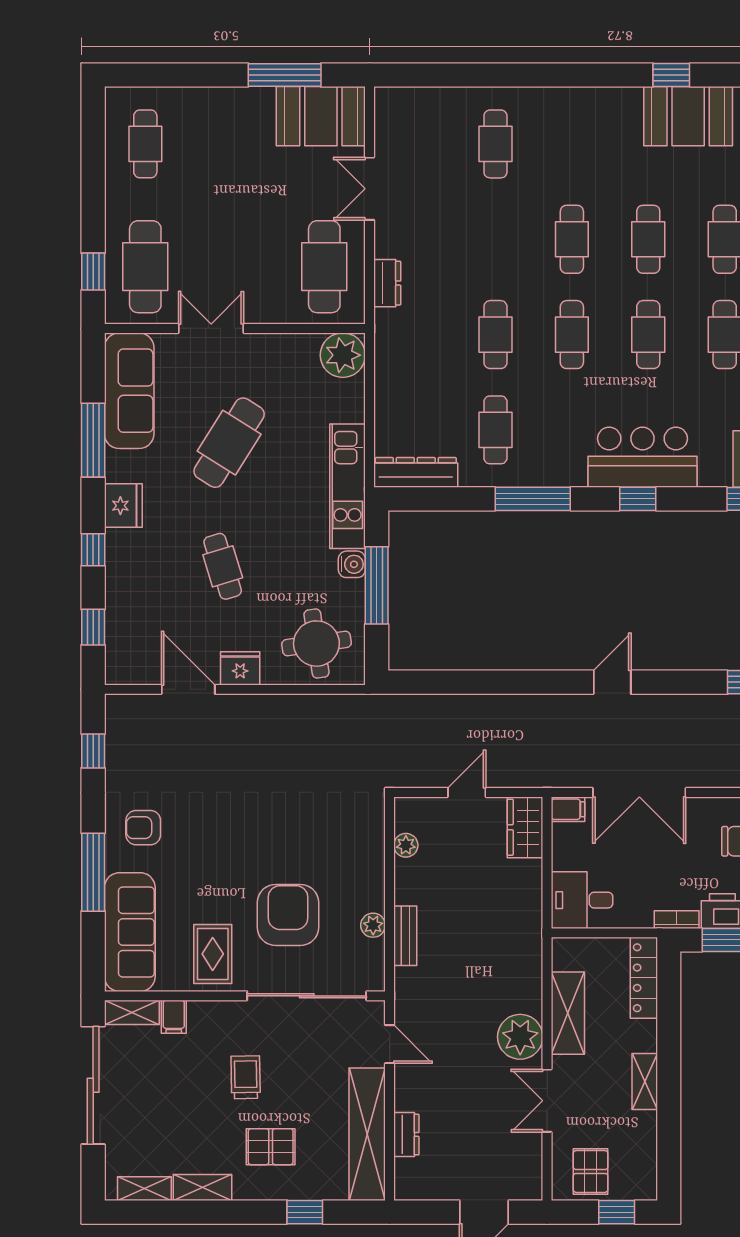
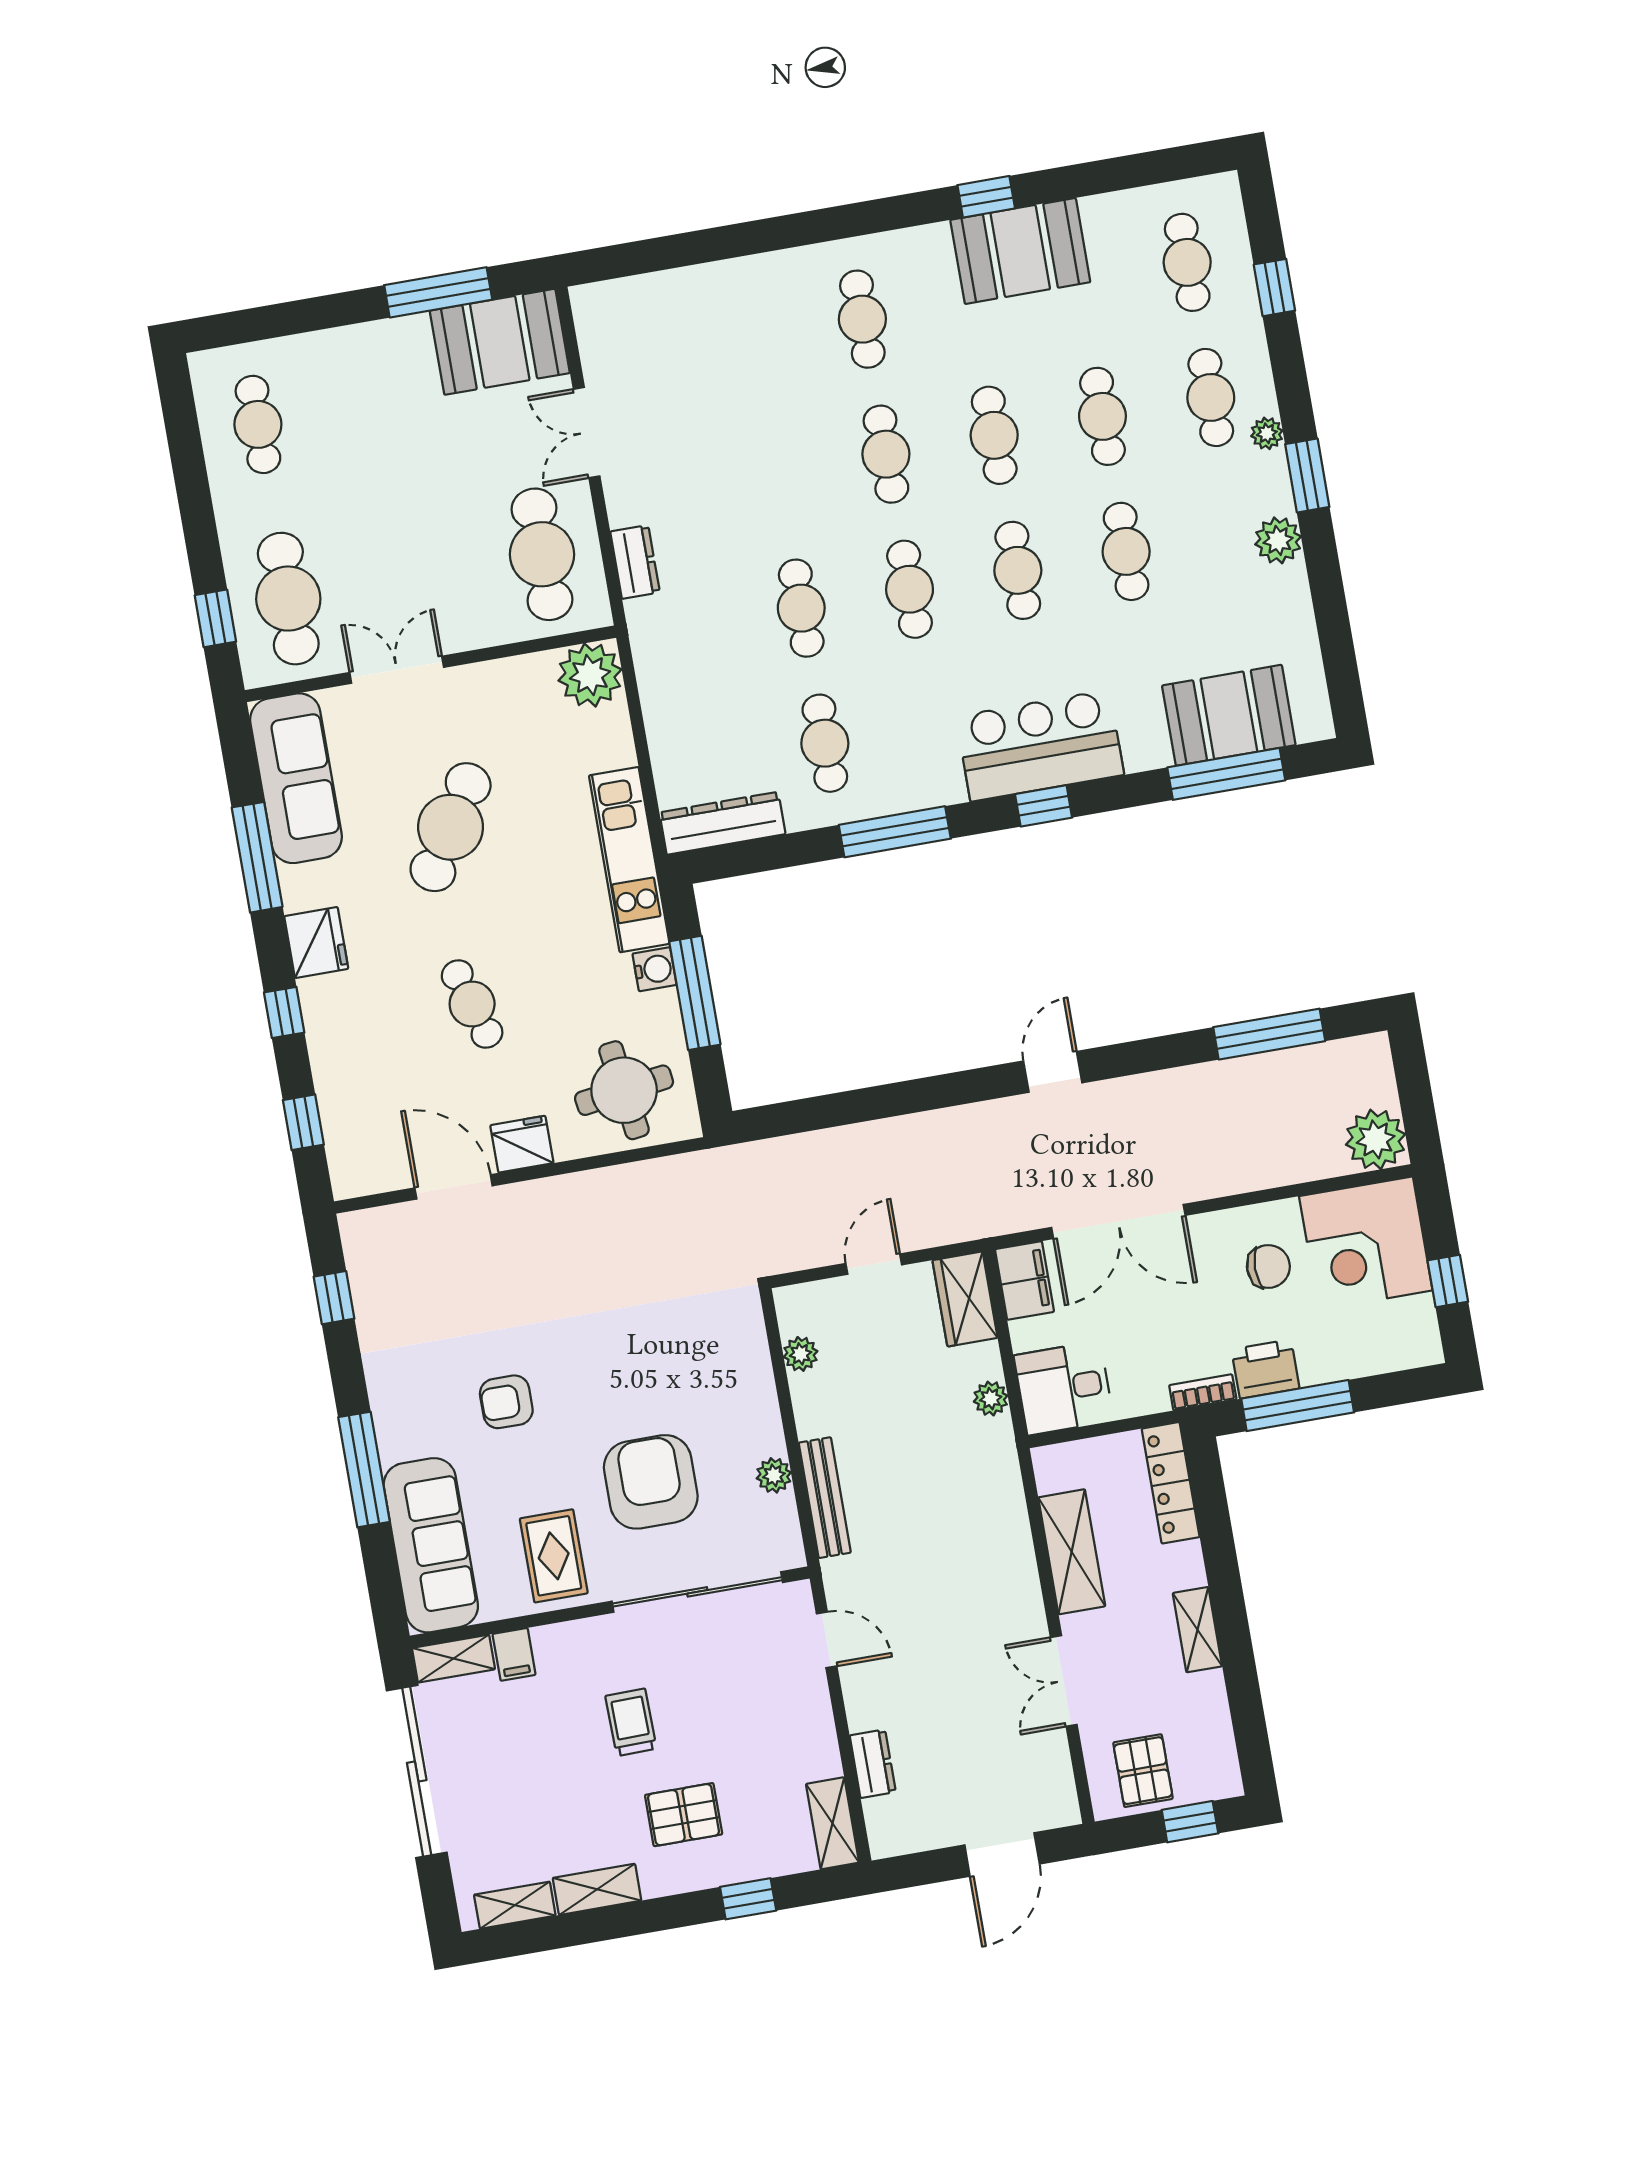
cafe table: (495, 144) -> (862, 319), moved
filing cabinet: (568, 809) -> (1024, 1281), width x2.00
armchair: (143, 828) -> (506, 1402), moved
bench: (405, 936) -> (825, 1498), width x1.36
plant: (520, 1037) -> (991, 1399), moved, width x0.53, depth x0.53
shelving: (367, 1134) -> (833, 1823), width x0.45, depth x0.75

